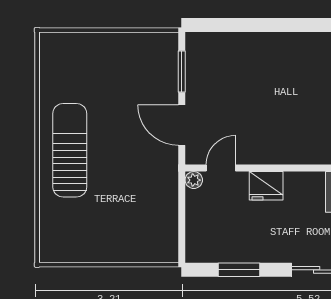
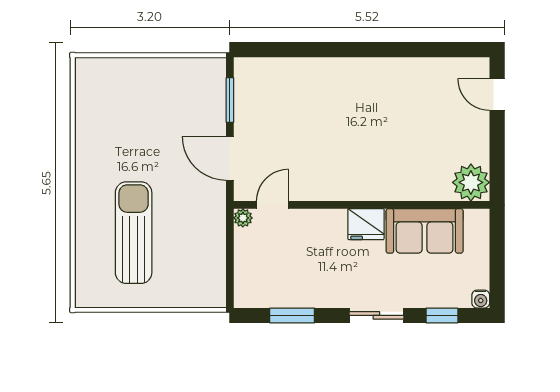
sun lounger: (70, 150) -> (134, 233), moved
fridge: (266, 186) -> (366, 224), moved

